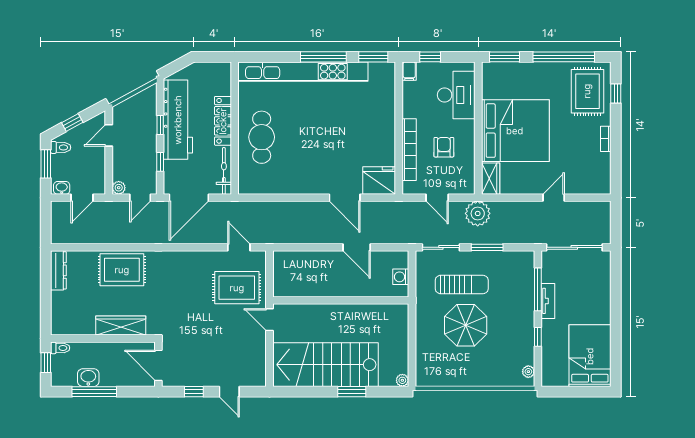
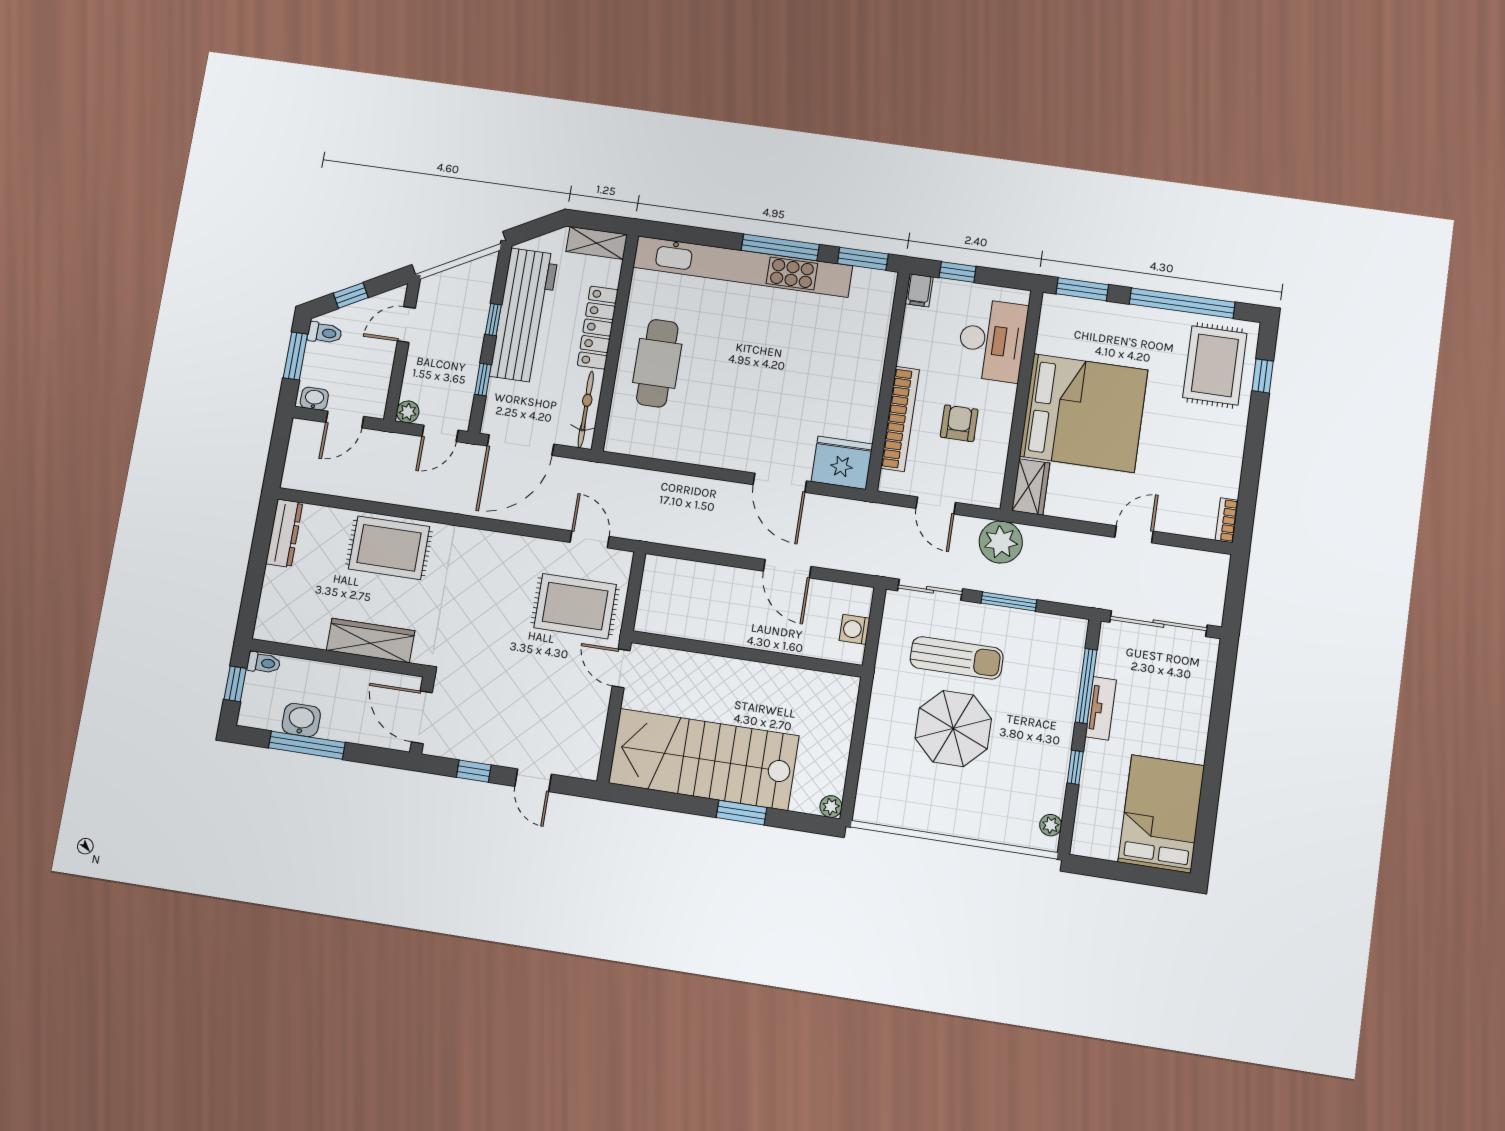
shelving: (214, 70) -> (597, 243), added
bookcase: (606, 139) -> (1227, 520), moved

